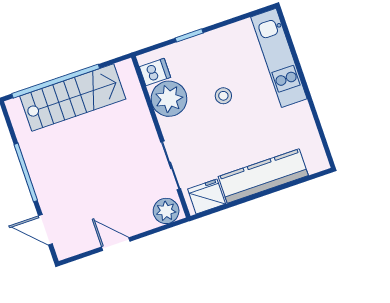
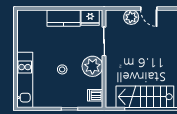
plant: (169, 99) -> (92, 66), moved
kitchen counter: (263, 176) -> (64, 18), width x0.67
plant: (166, 211) -> (131, 17), moved

